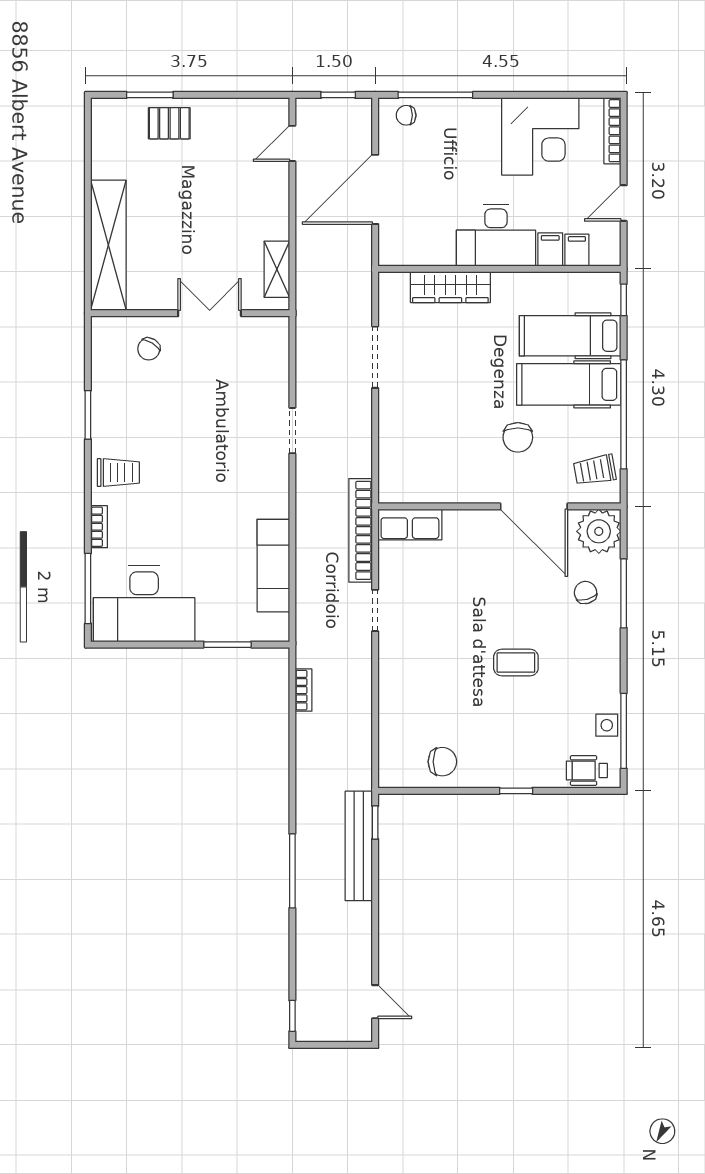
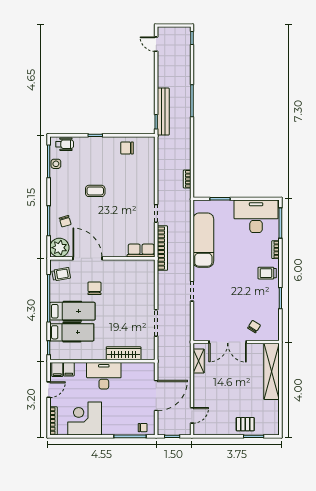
filing cabinet: (550, 250) -> (57, 370), moved
double door: (210, 313) -> (228, 342), width x1.37
exam couch: (273, 566) -> (203, 240), width x1.36, depth x1.45

